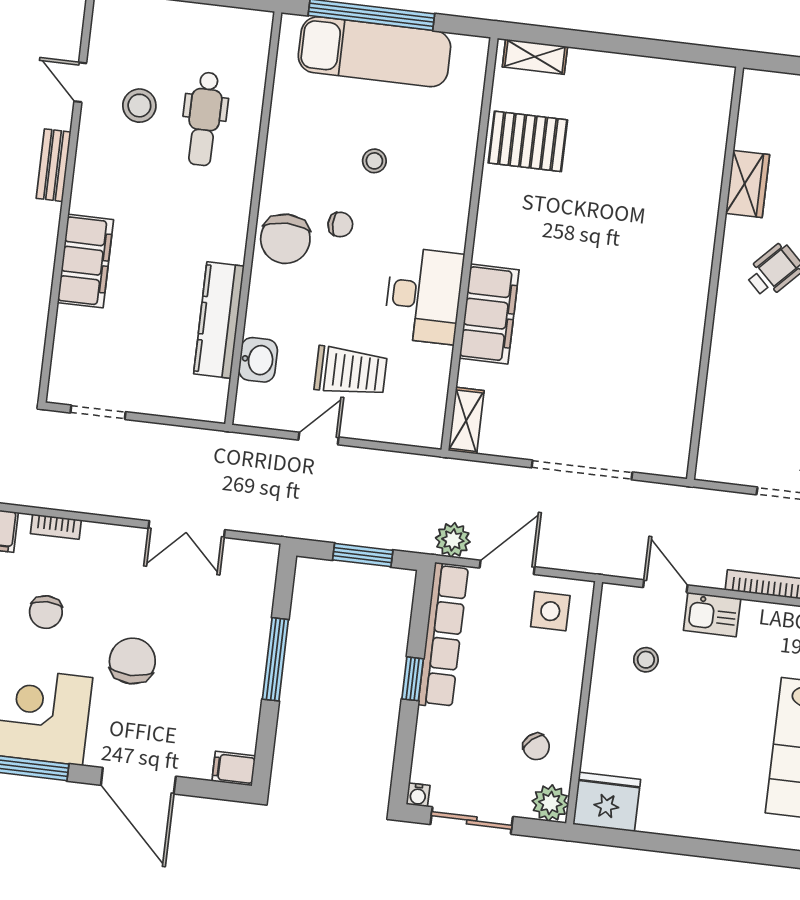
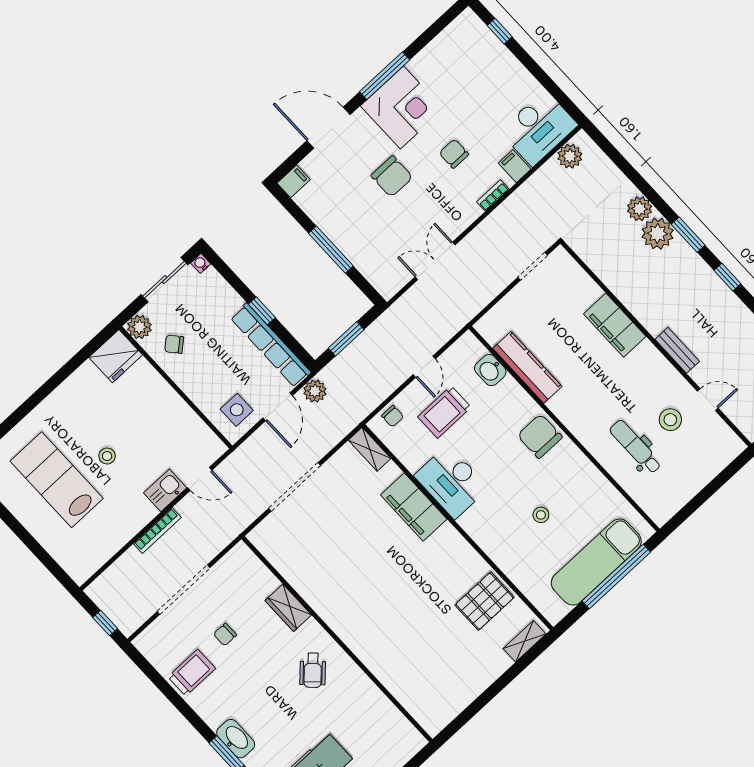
wardrobe: (748, 184) -> (288, 608), moved
chair: (340, 225) -> (393, 416), moved, turned -90
stool: (646, 660) -> (107, 456), moved

